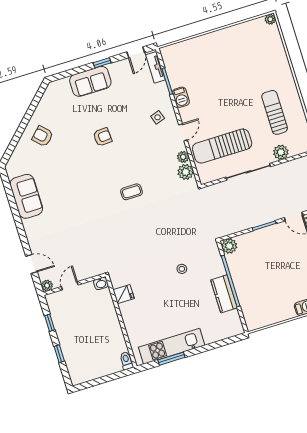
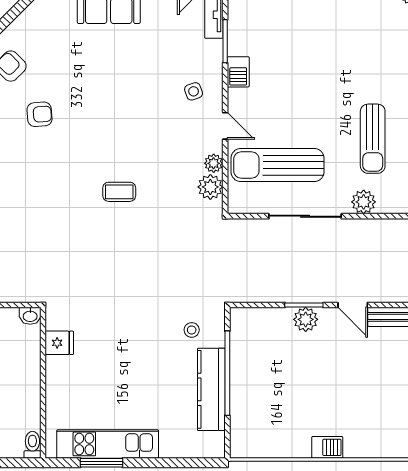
sun lounger: (275, 112) -> (373, 139), turned 180
door: (183, 132) -> (225, 126), hinge flipped
armchair: (102, 137) -> (39, 114), moved
plant: (229, 246) -> (306, 319), moved
stool: (182, 269) -> (192, 330), moved
kitchen counter: (224, 294) -> (211, 389), width x1.50

